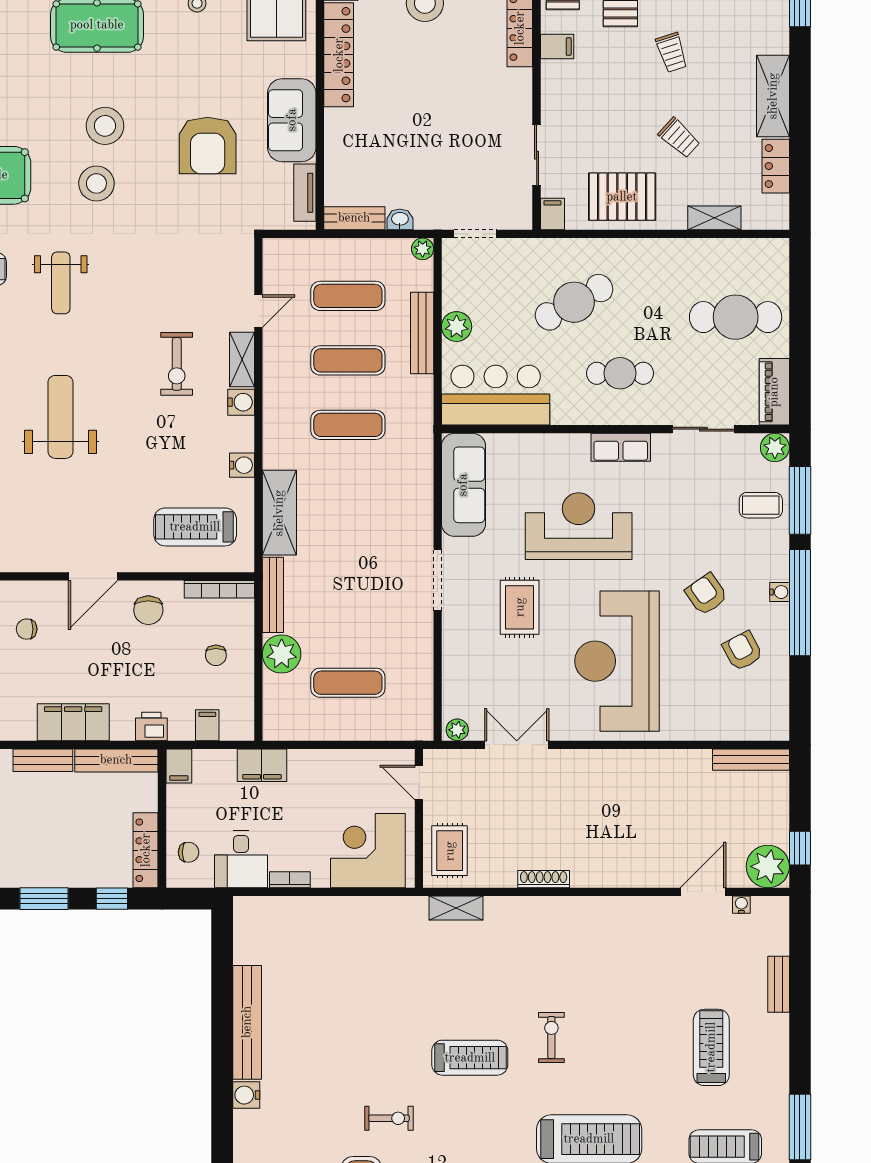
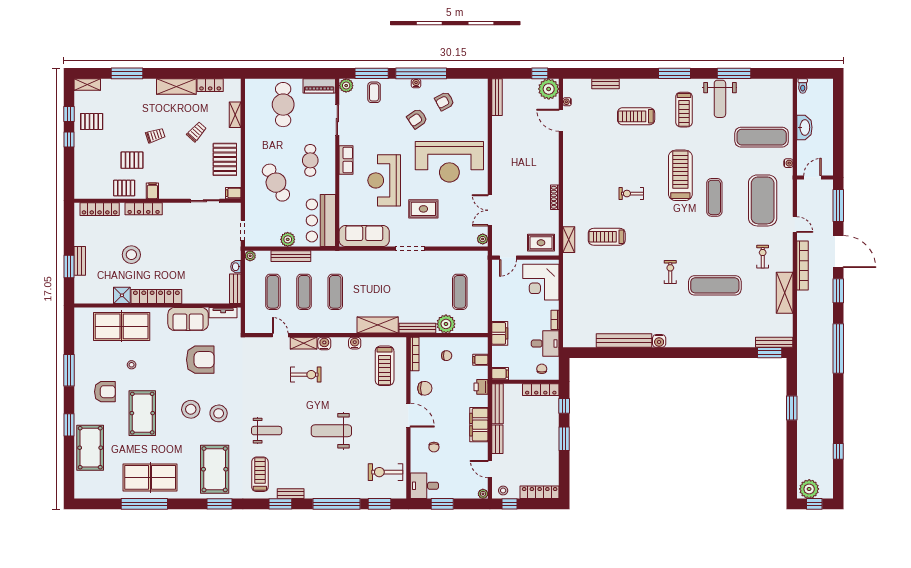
treadmill: (470, 1058) -> (607, 237), moved, turned -90

